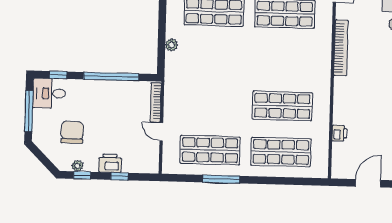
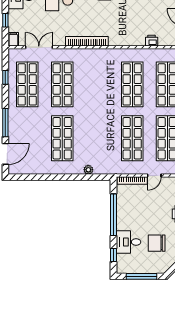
desk: (49, 93) -> (129, 242), moved, turned 90
shop shelf: (211, 104) -> (132, 138), added

